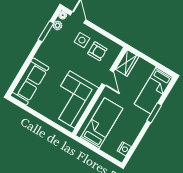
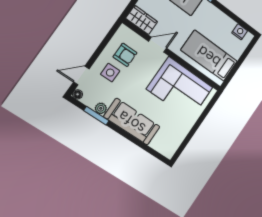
plant: (58, 25) -> (101, 108), moved
armchair: (97, 51) -> (125, 55), turned 90
sofa: (30, 82) -> (132, 122), moved

